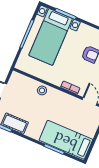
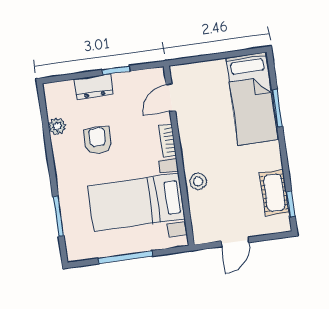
bed with nightstands: (51, 37) -> (136, 202), moved, turned 180

